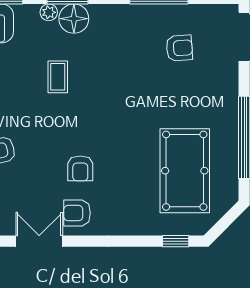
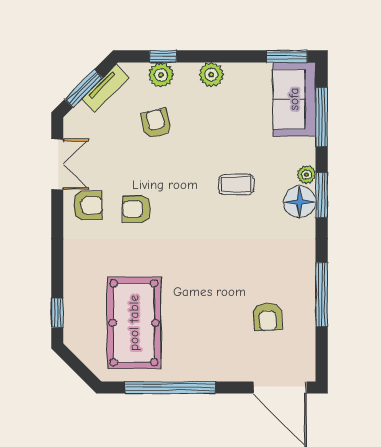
pool table: (185, 171) -> (134, 323), turned 90
armchair: (77, 213) -> (88, 205), turned 90

